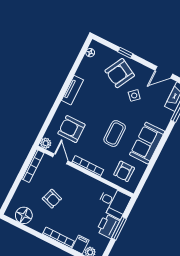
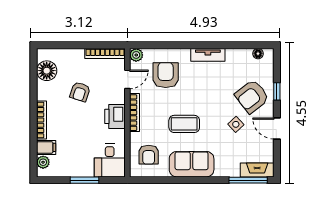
door: (164, 72) -> (277, 128), moved
armchair: (120, 73) -> (252, 96), turned -66
armchair: (124, 171) -> (149, 155), turned -90
printer: (108, 226) -> (115, 116), moved, turned -90

